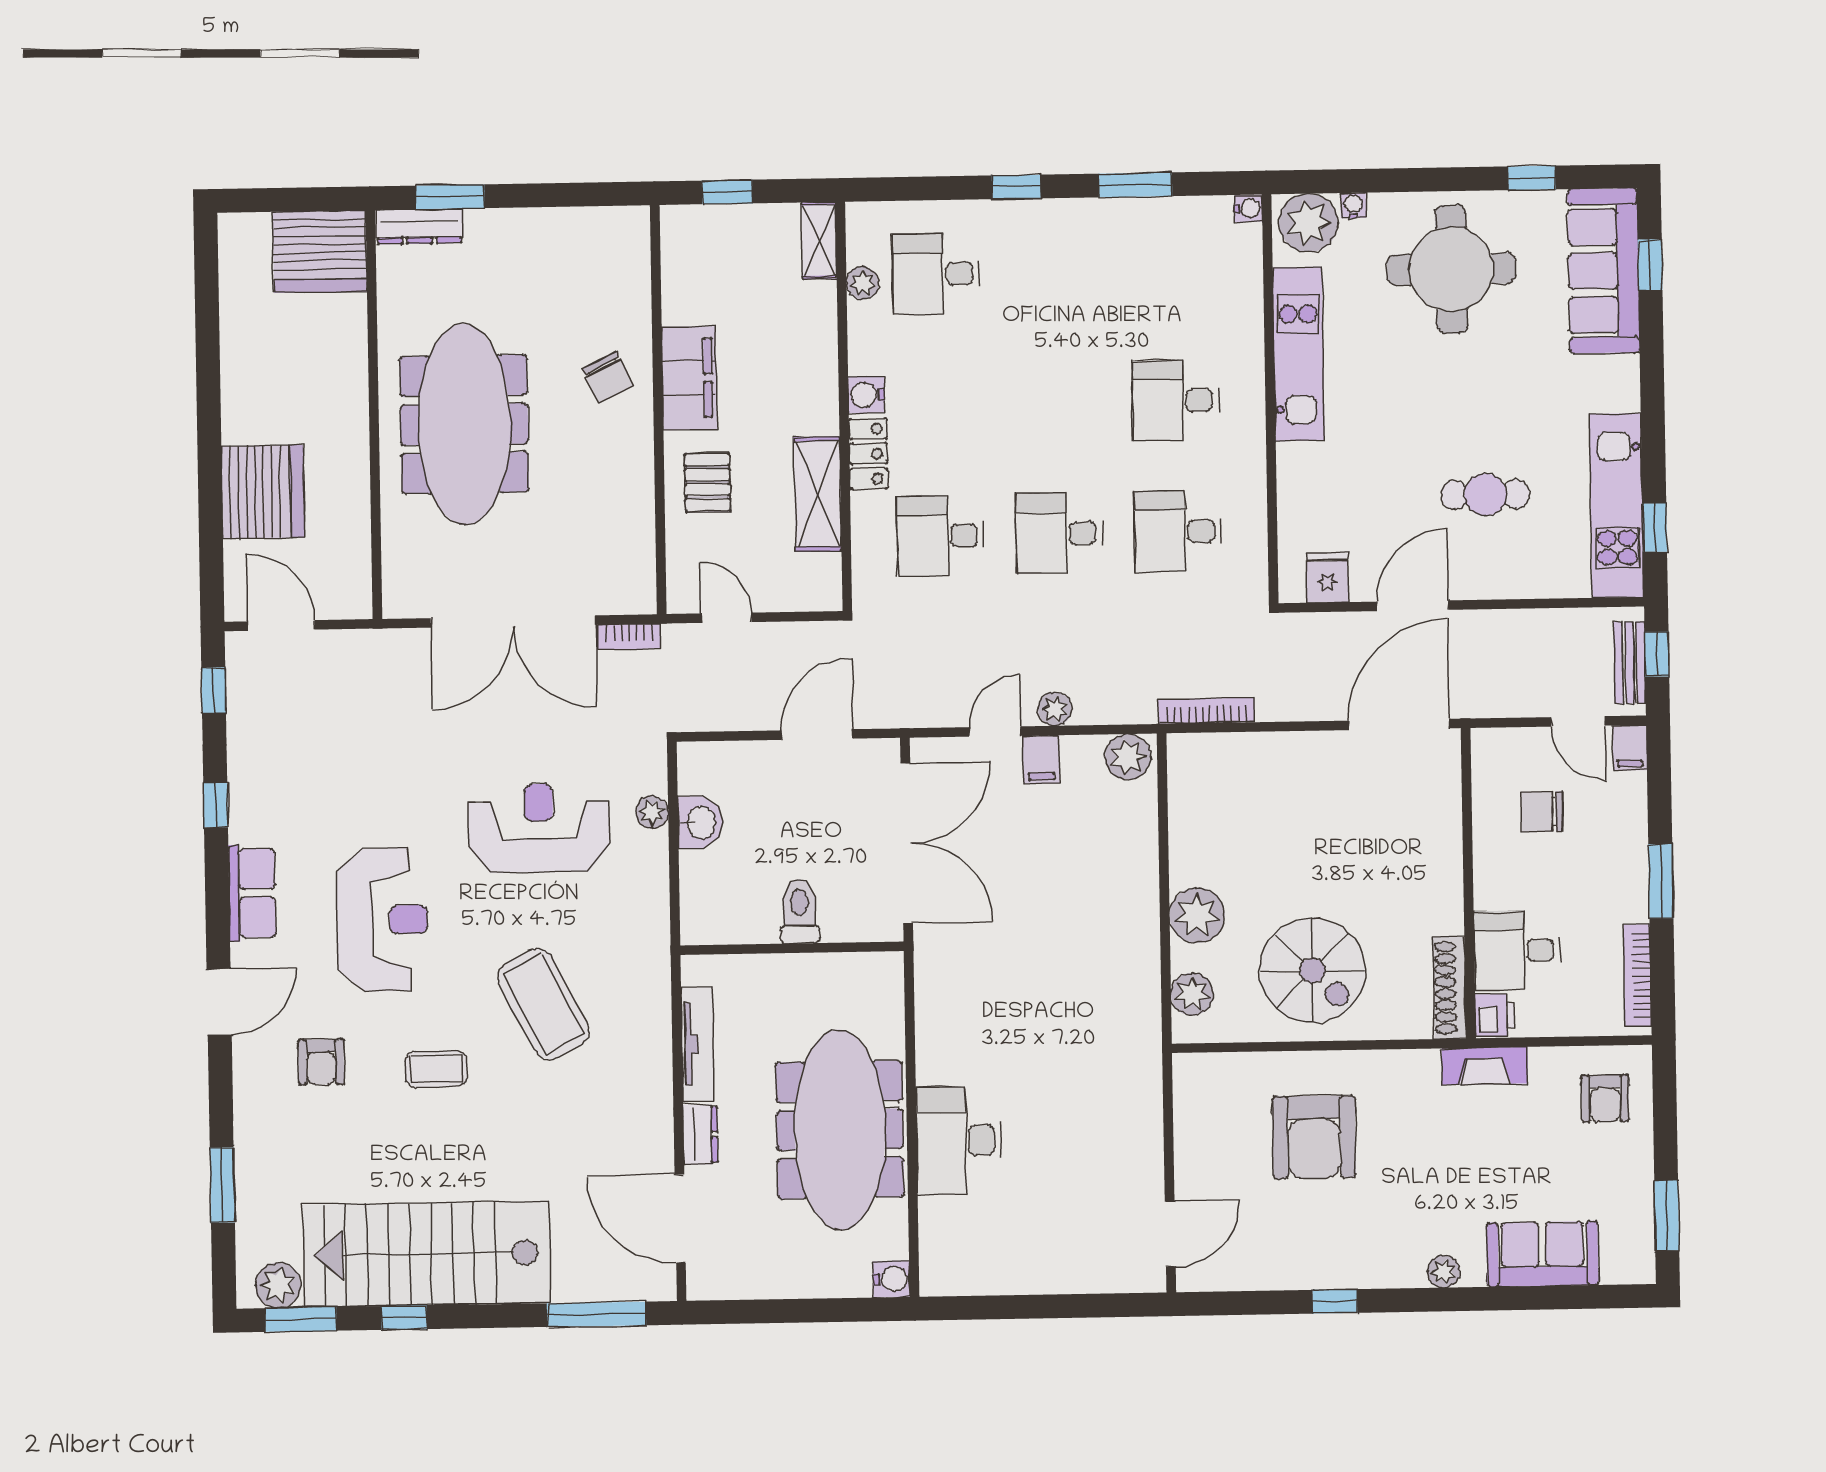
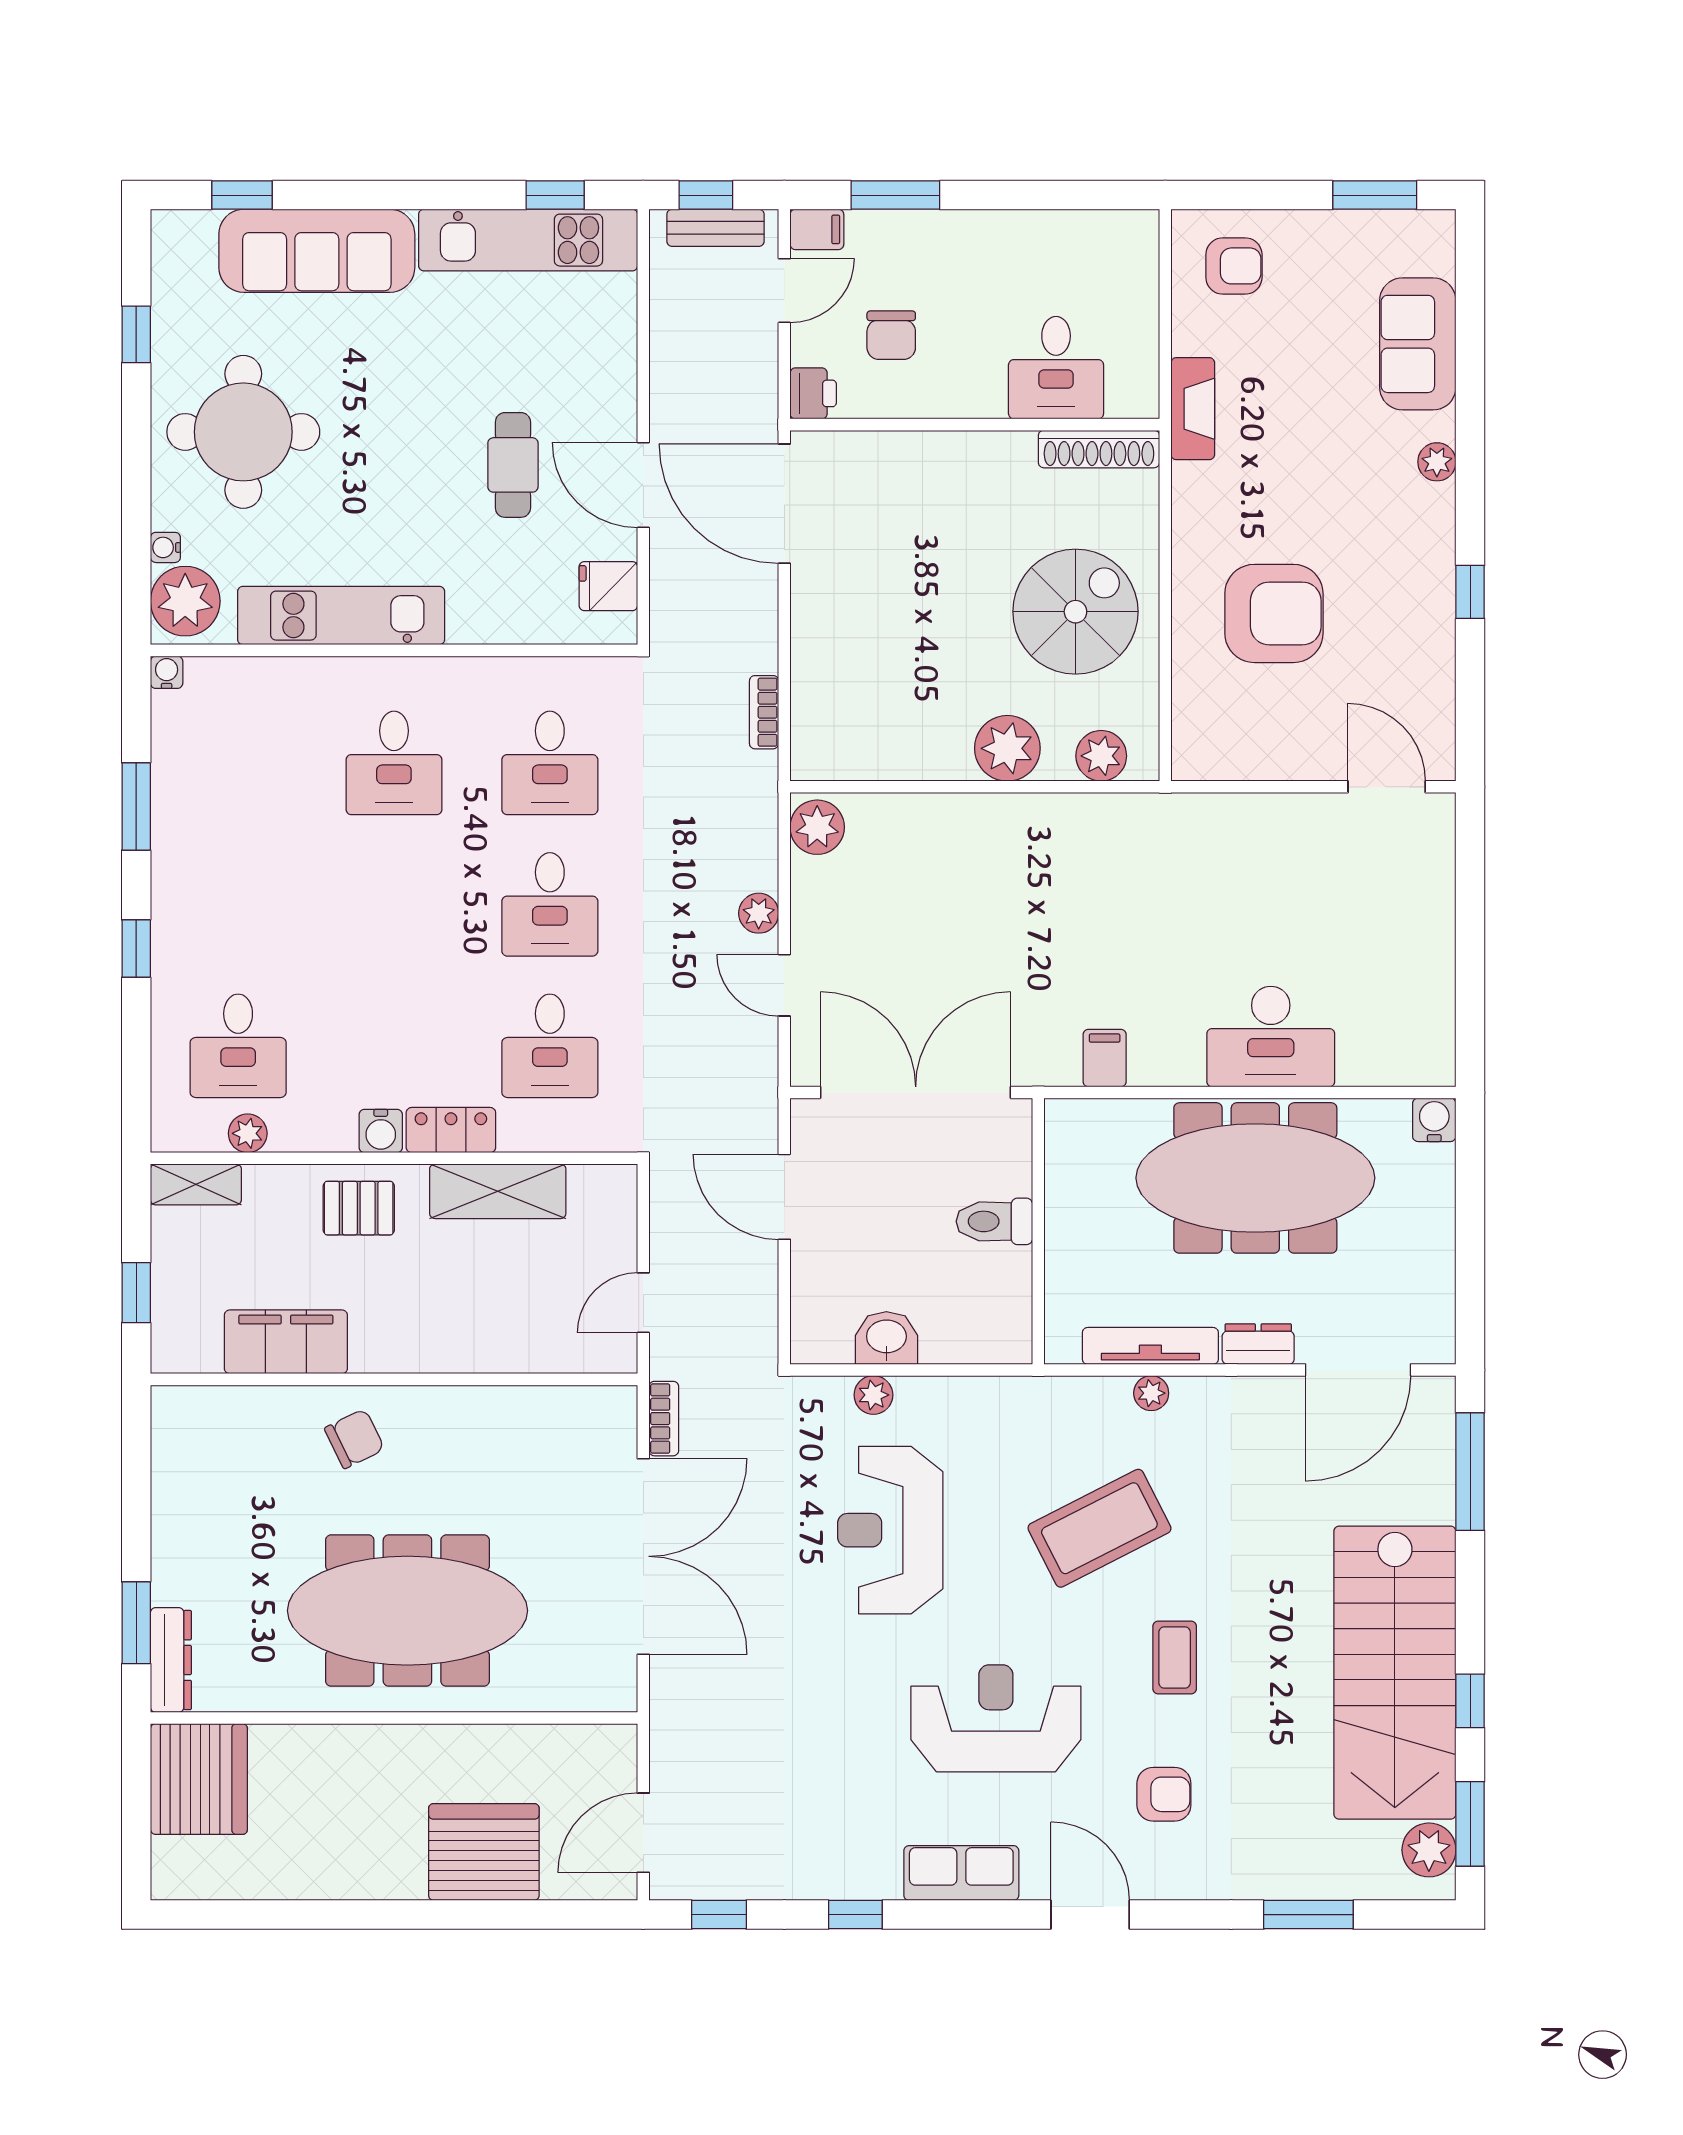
sofa: (1603, 271) -> (317, 251), moved
filing cabinet: (689, 378) -> (286, 1342), moved
pallet: (707, 482) -> (359, 1208), moved
cafe table: (1485, 495) -> (513, 465), moved
bookcase: (1206, 711) -> (764, 712), width x0.64
filing cabinet: (1041, 760) -> (1105, 1058), moved, turned -90
window: (1661, 881) -> (895, 195), moved
bookcase: (1638, 975) -> (1088, 225), removed
printer: (1495, 1015) -> (813, 393), moved, turned 90
plant: (658, 1045) -> (1151, 1393), added

